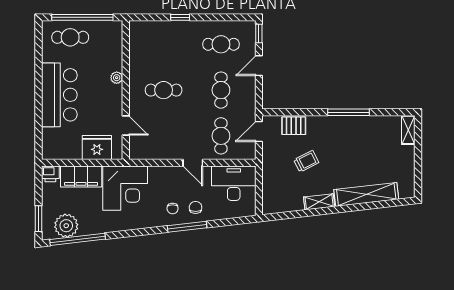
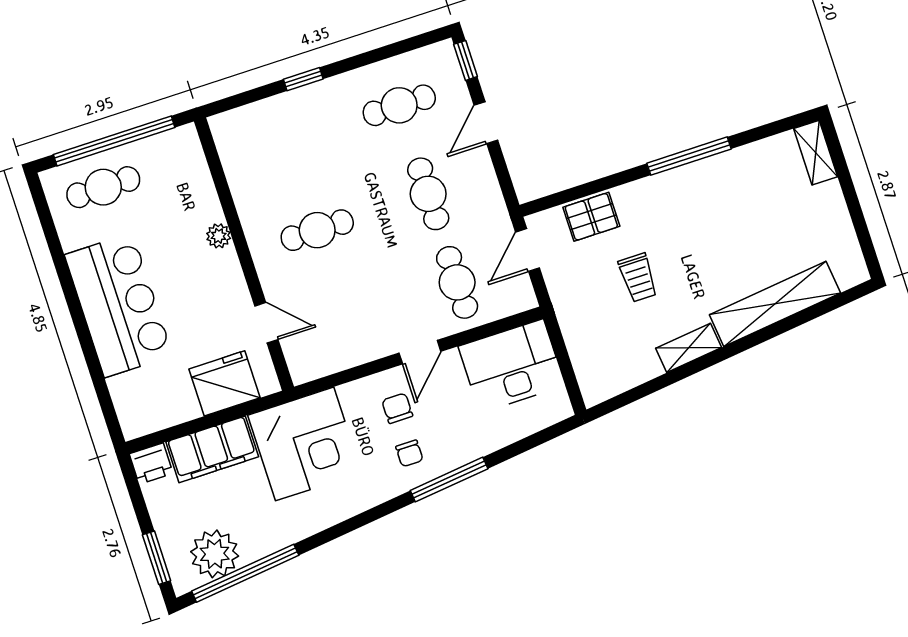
trolley: (306, 161) -> (638, 278), turned 117
door: (193, 163) -> (420, 352), hinge flipped
chair: (196, 207) -> (397, 408), moved

